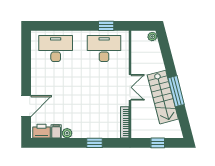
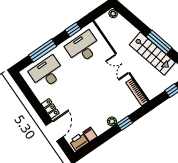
window: (65, 26) -> (43, 51), added
locker: (36, 83) -> (50, 108), added
double door: (130, 87) -> (123, 63), swing flipped
plant: (67, 133) -> (112, 121), moved

